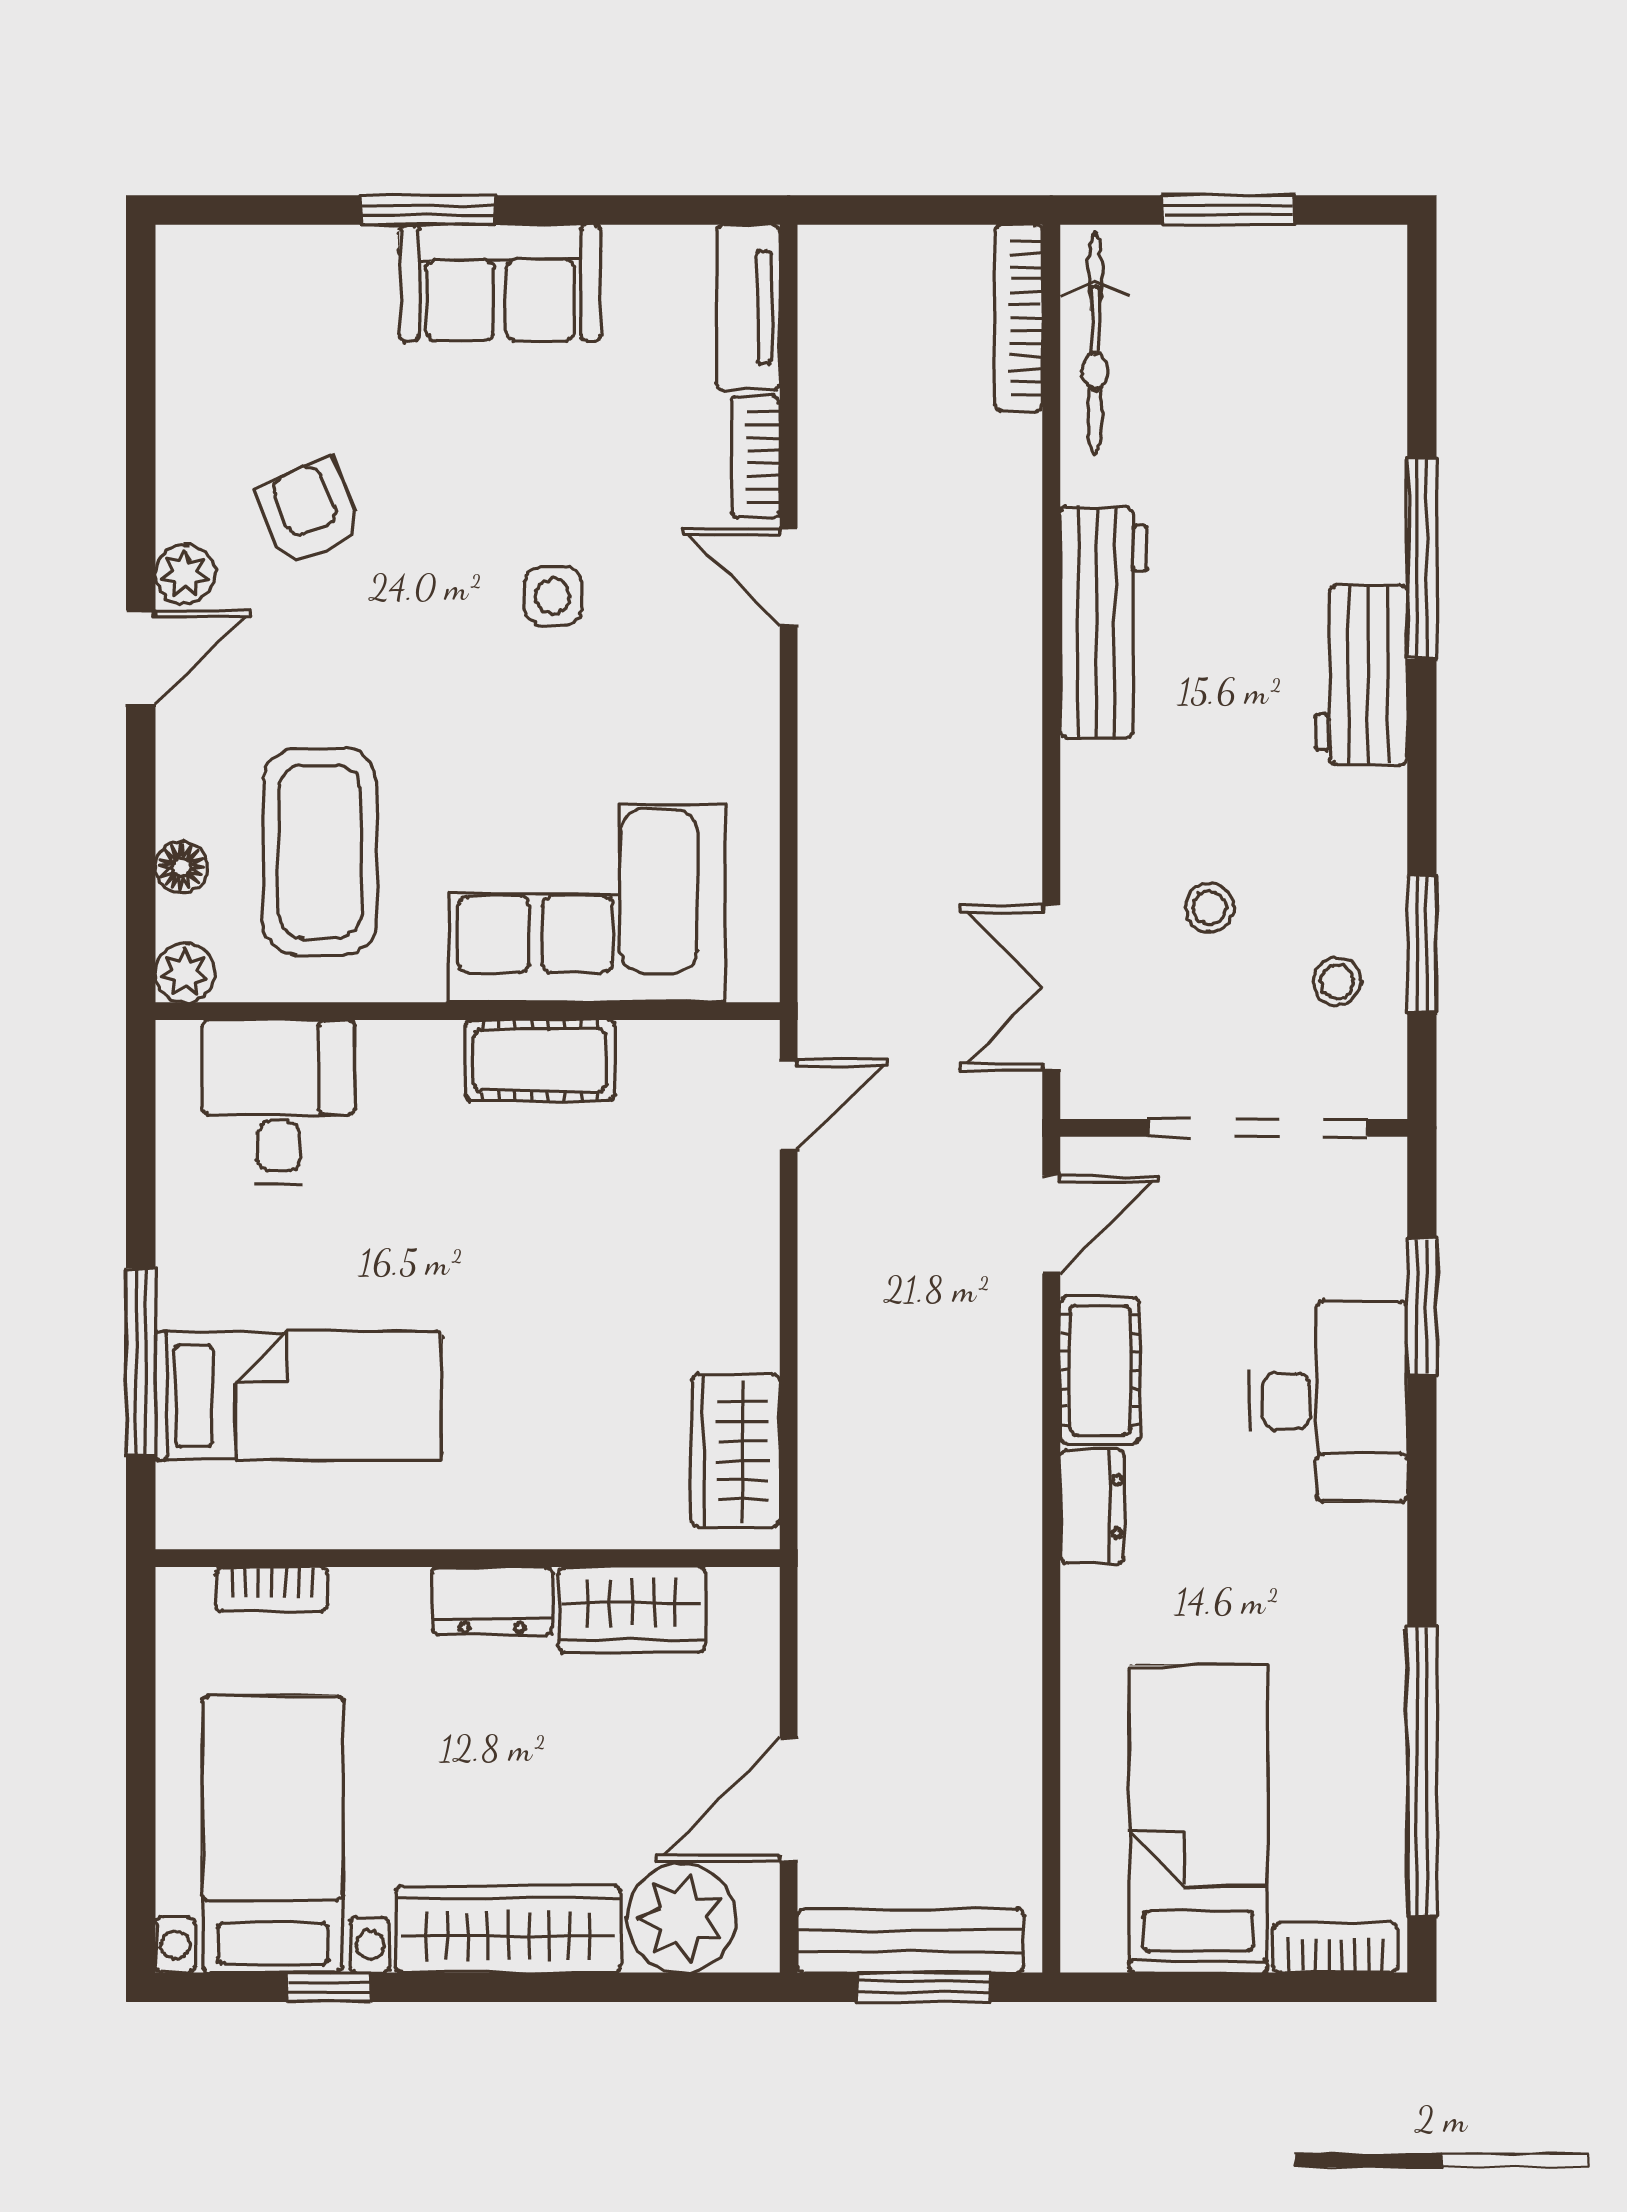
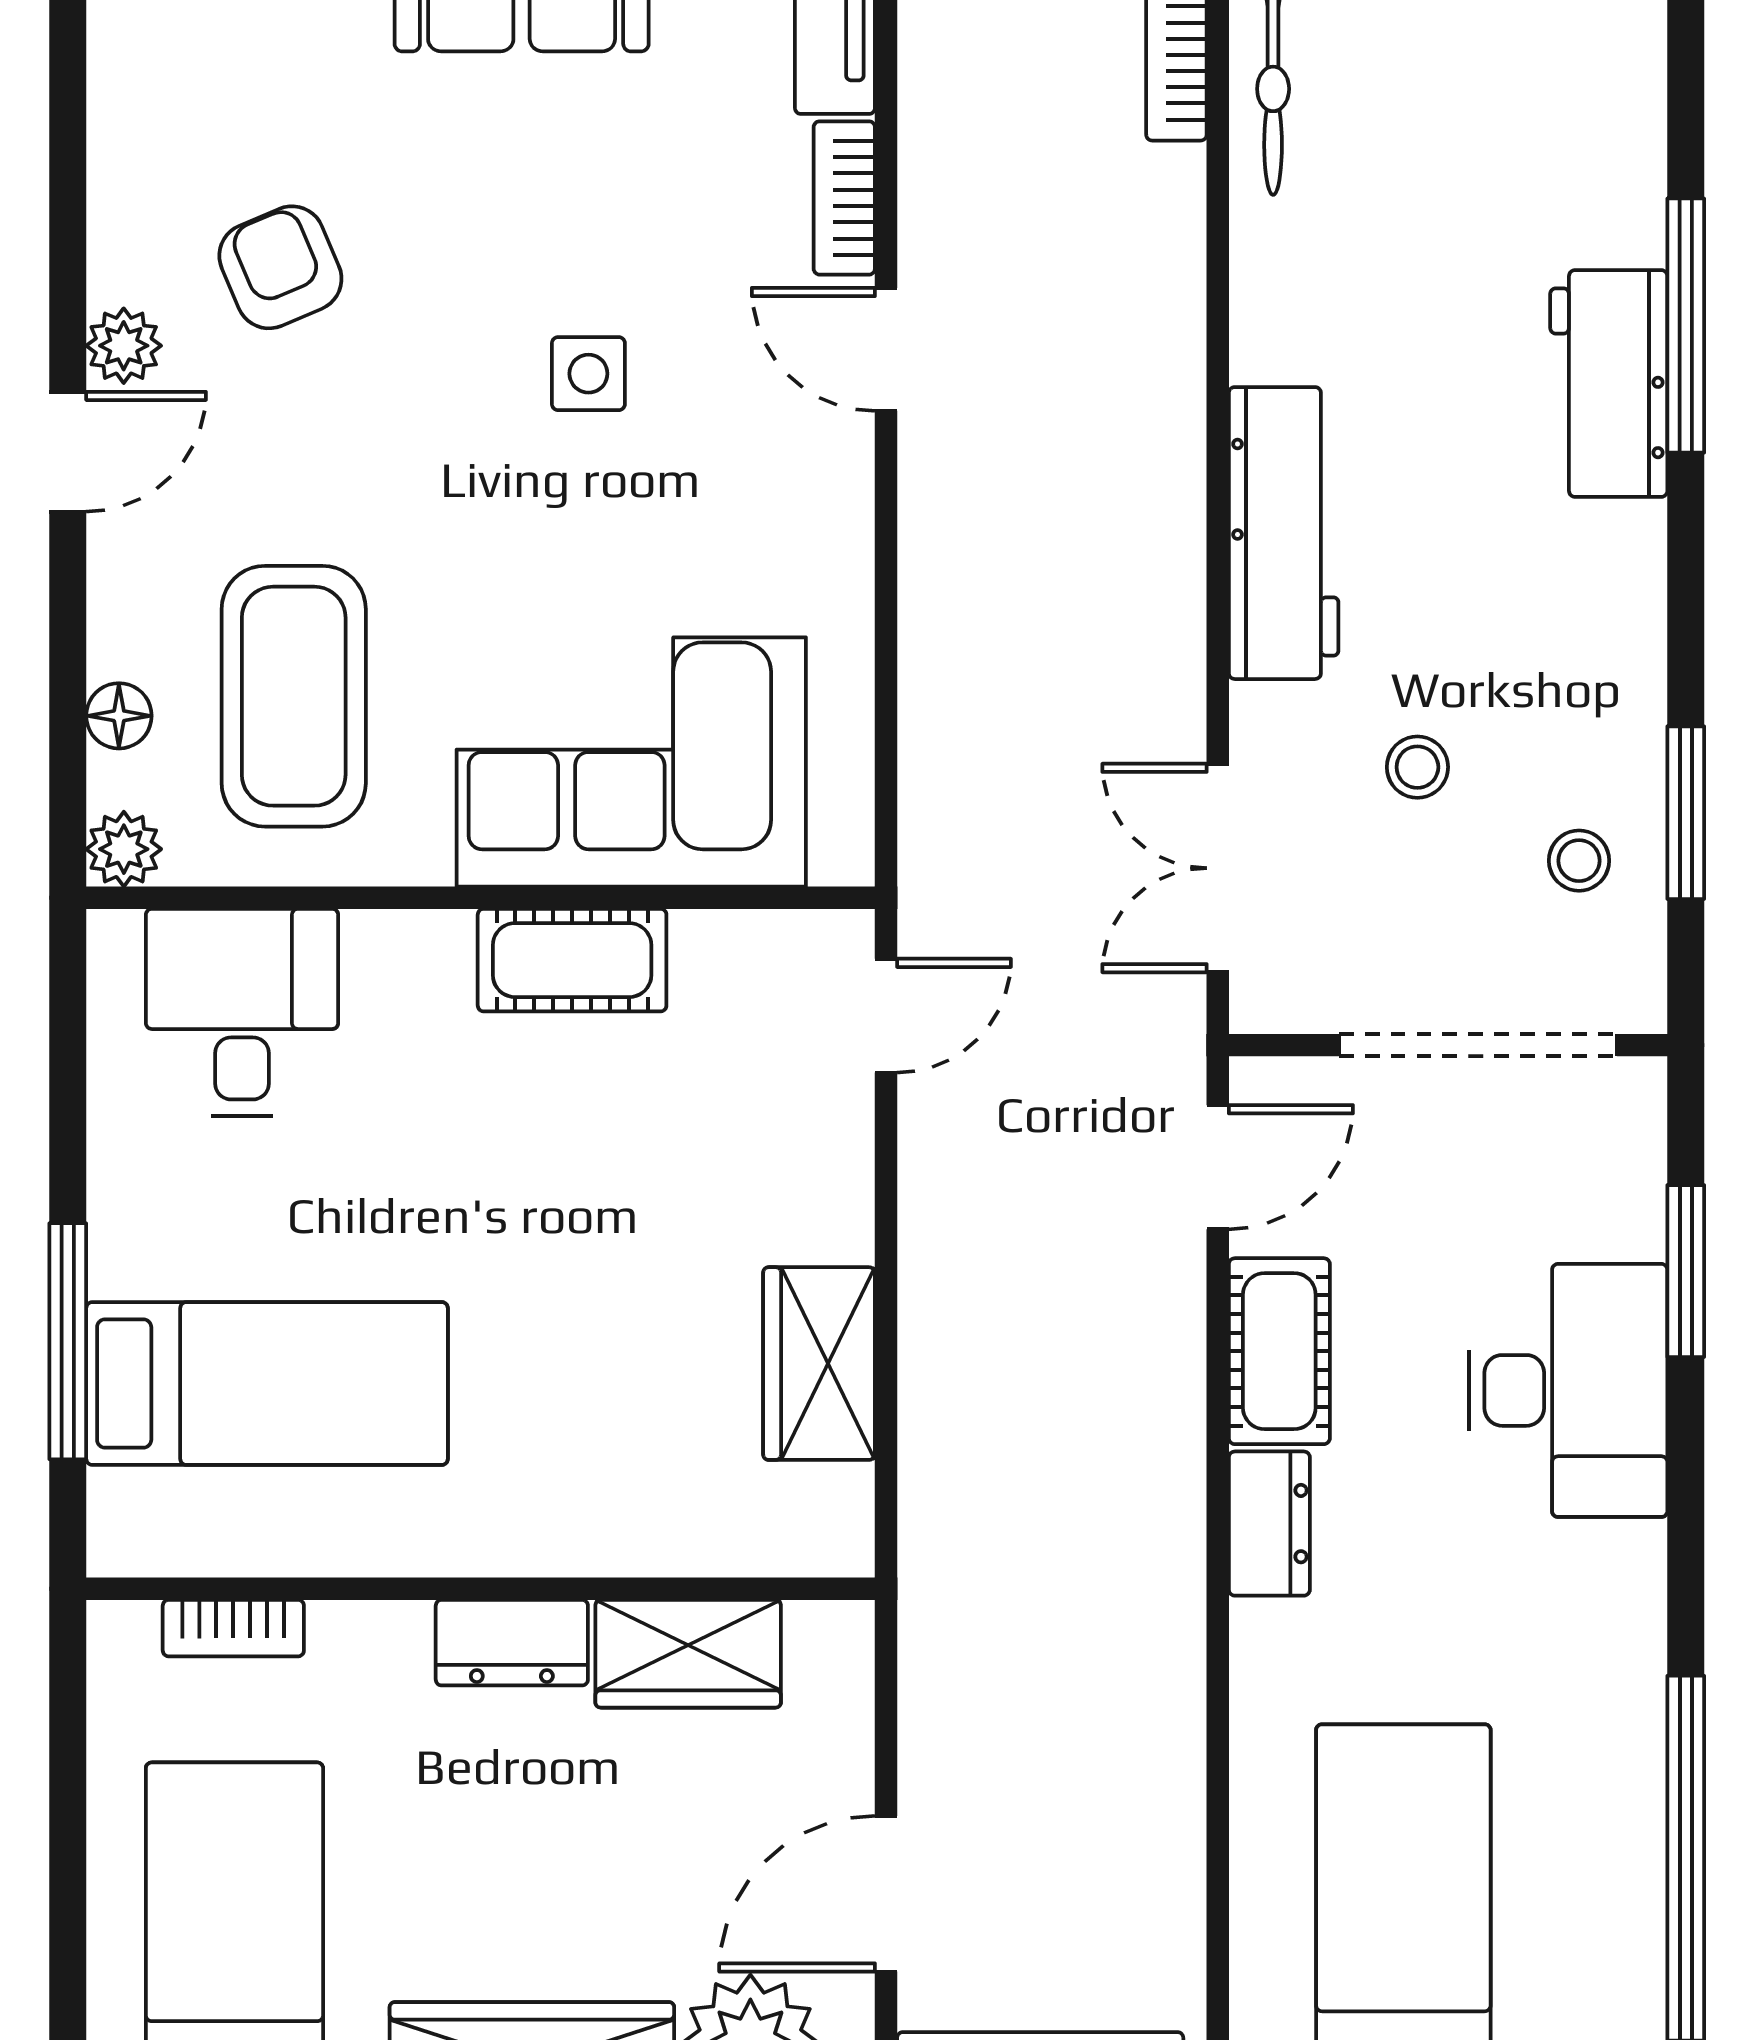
workbench: (1103, 622) -> (1284, 533), moved
workbench: (1361, 675) -> (1609, 383), moved
wardrobe: (736, 1451) -> (819, 1364), moved

